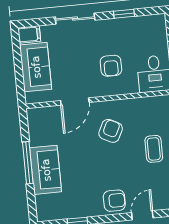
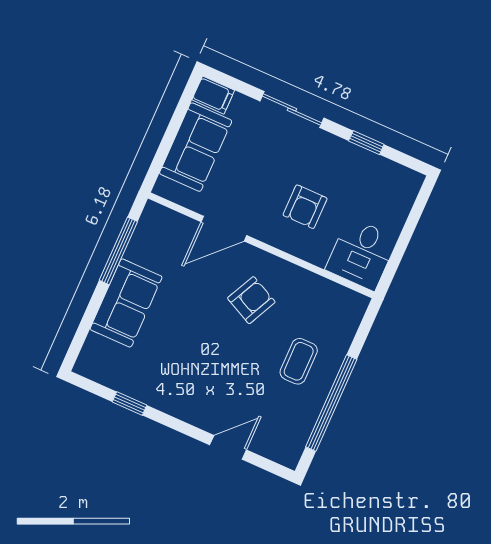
window: (28, 163) -> (118, 251), moved
armchair: (114, 201) -> (200, 403), removed

